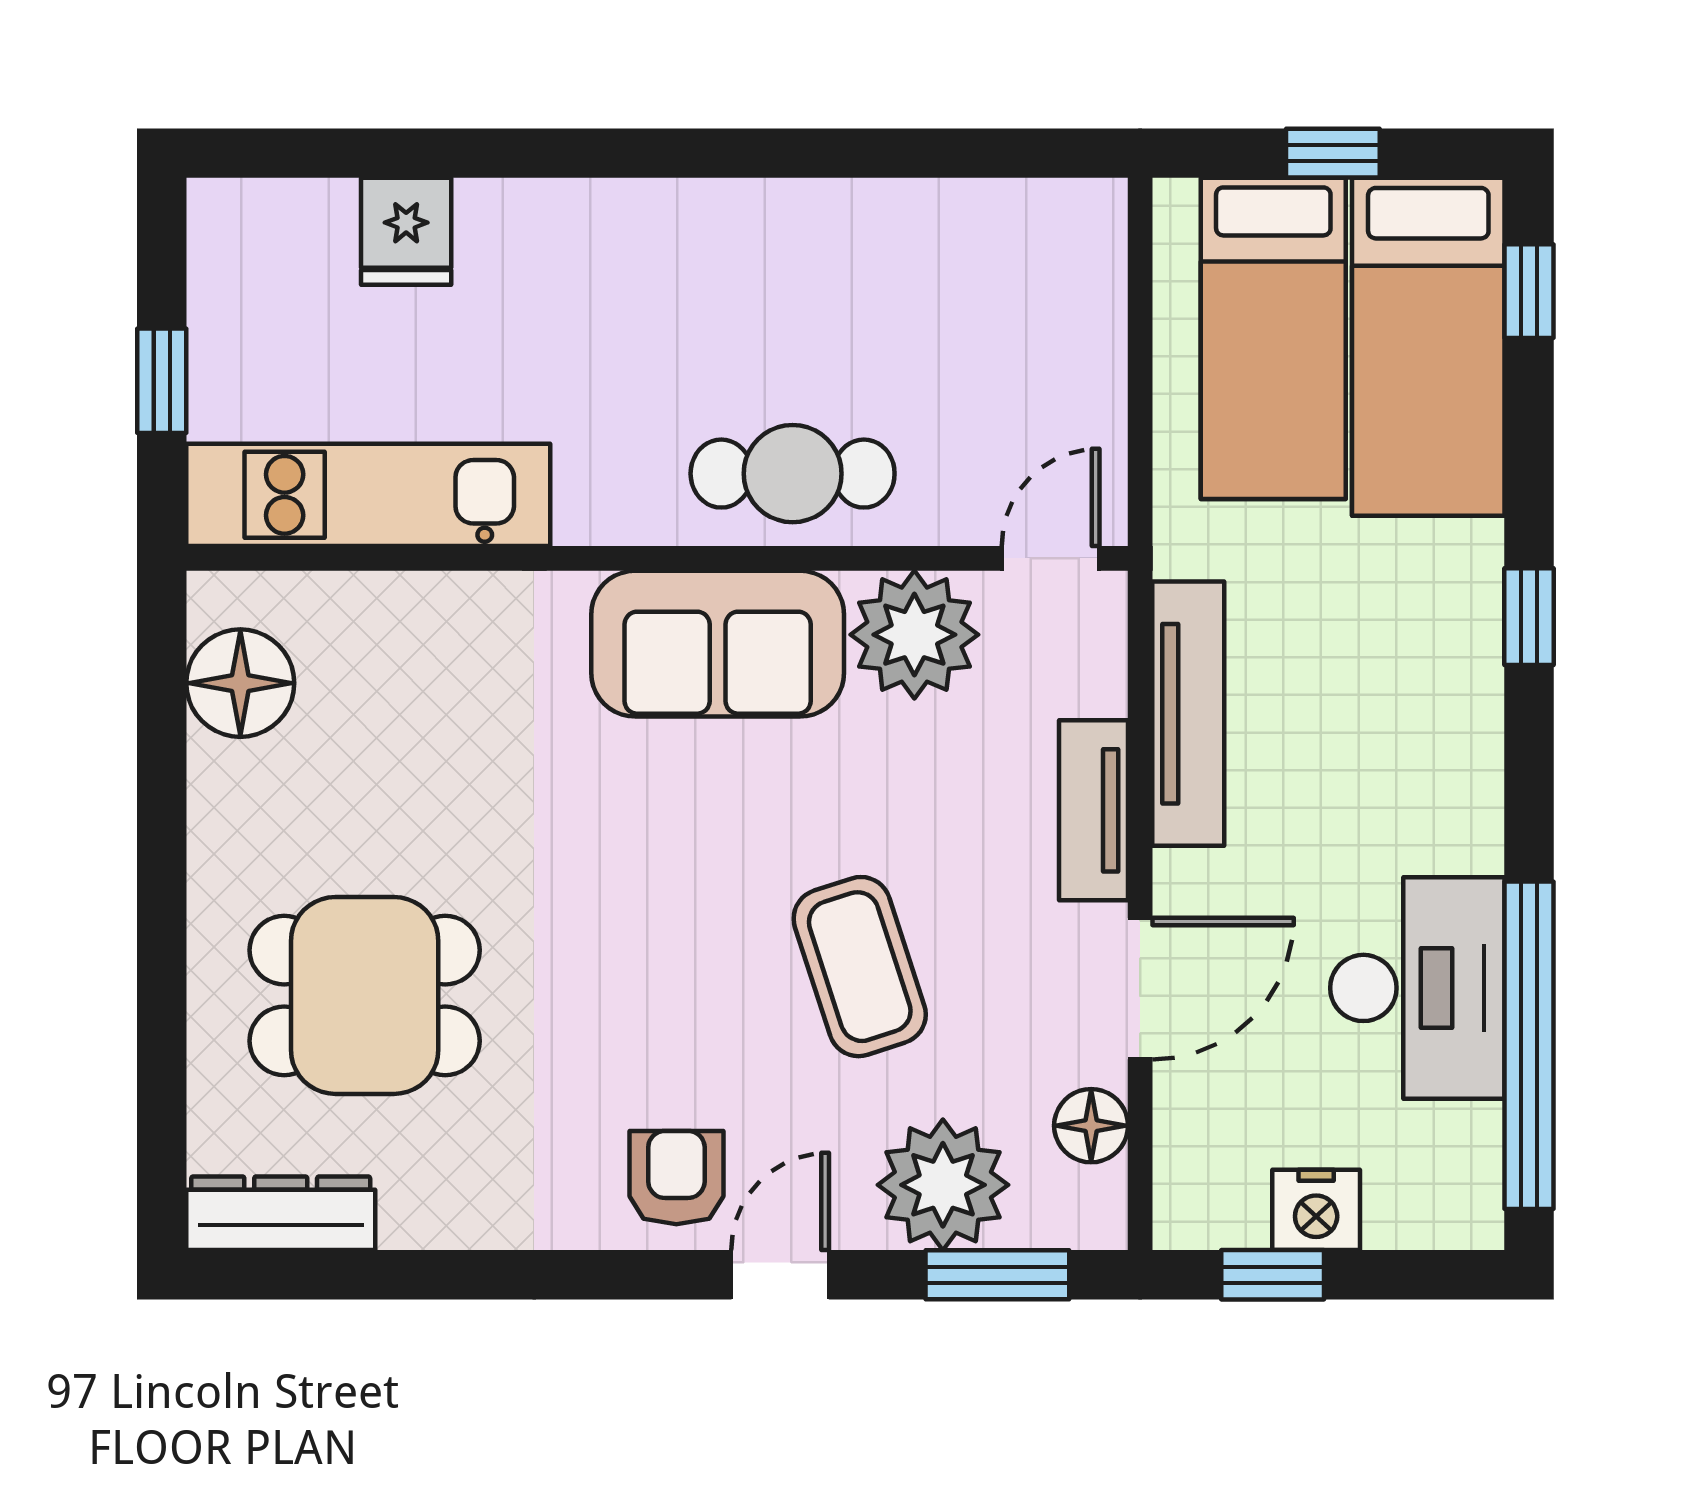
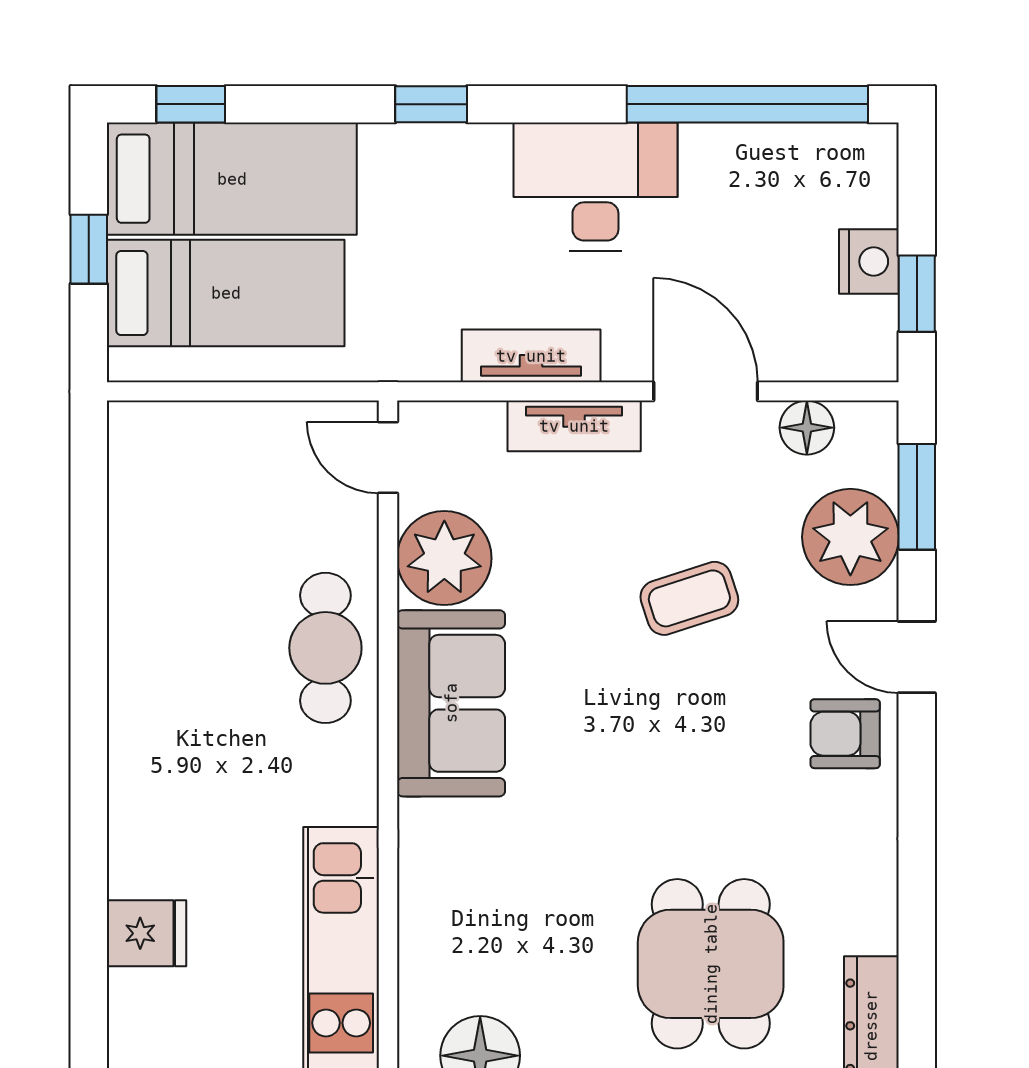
tv unit: (1188, 714) -> (531, 356), width x0.71
coffee table: (860, 967) -> (689, 598), width x0.73, depth x0.77
desk: (1417, 988) -> (595, 187), moved

